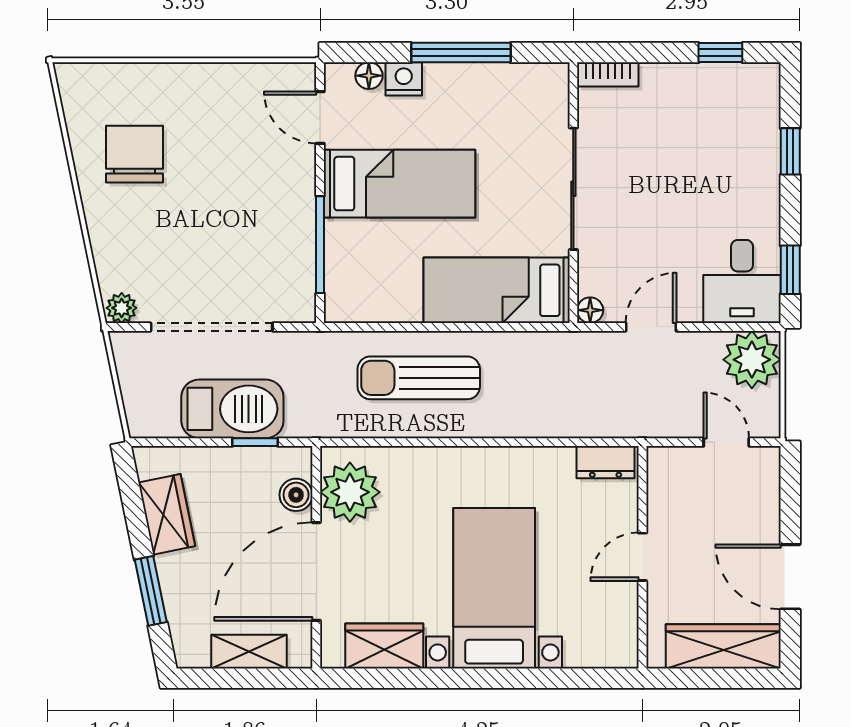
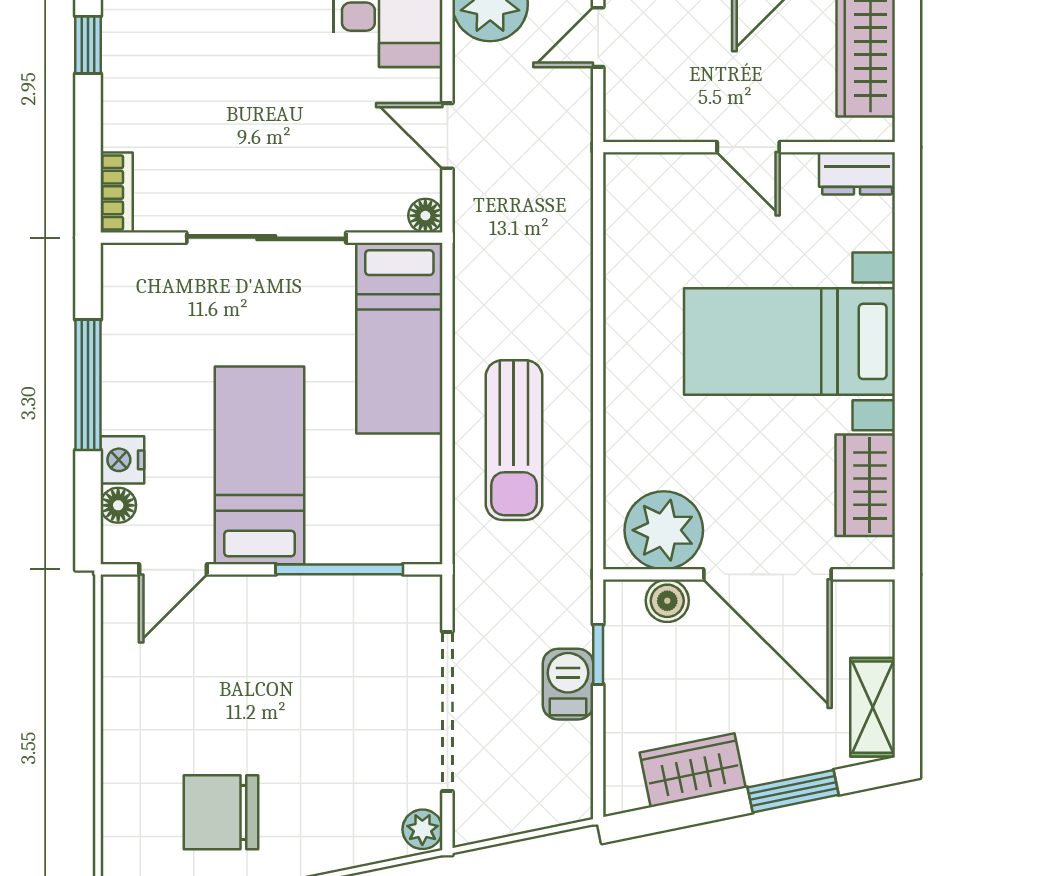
barbecue: (232, 409) -> (568, 684), width x0.53, depth x0.65
dresser: (606, 462) -> (857, 173), moved, turned 90
shelving: (249, 652) -> (873, 707), moved

